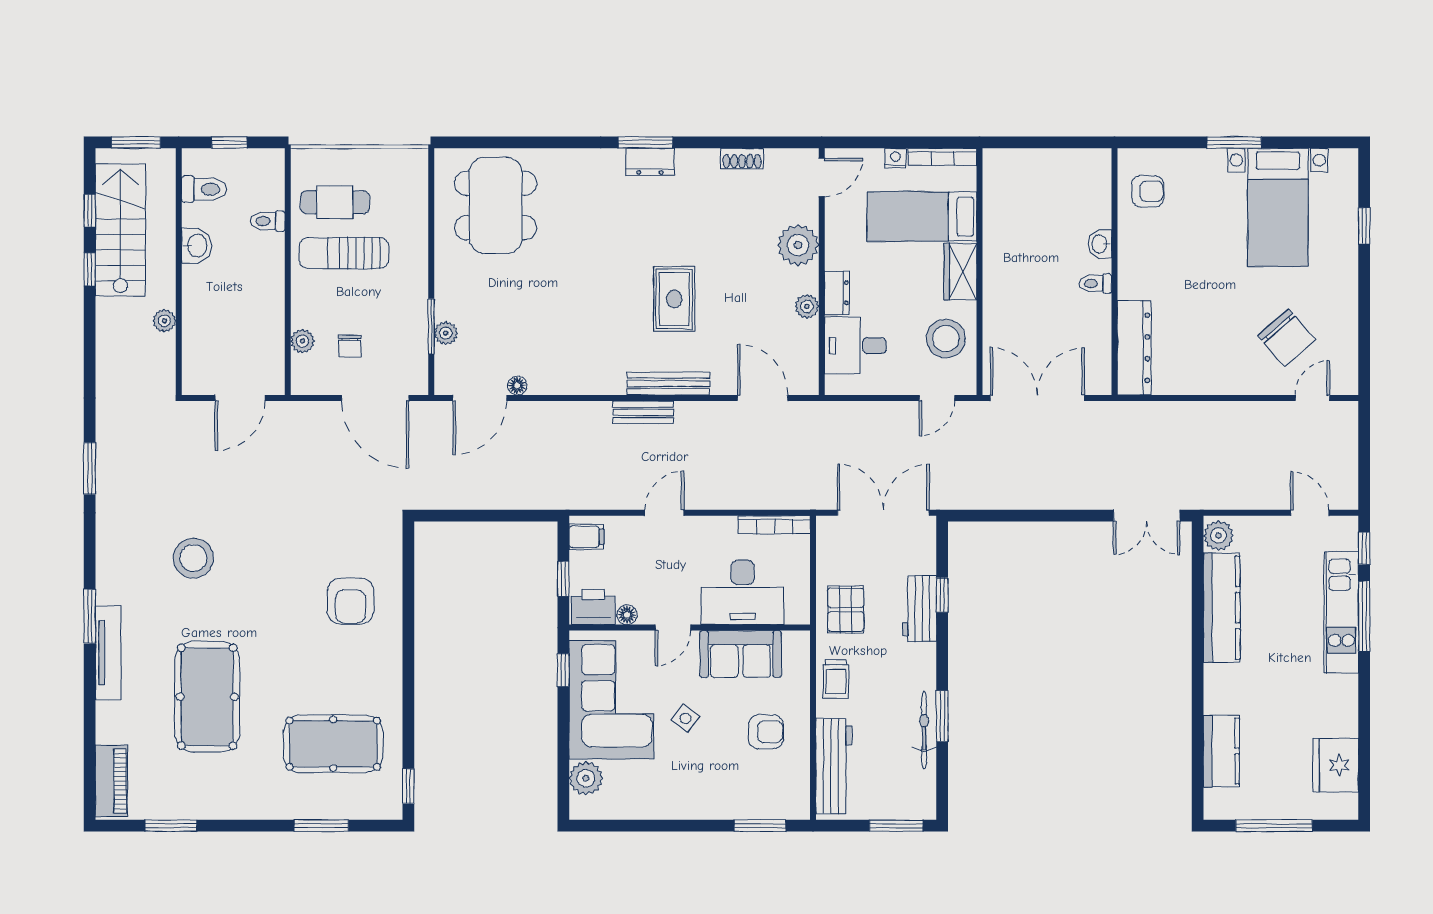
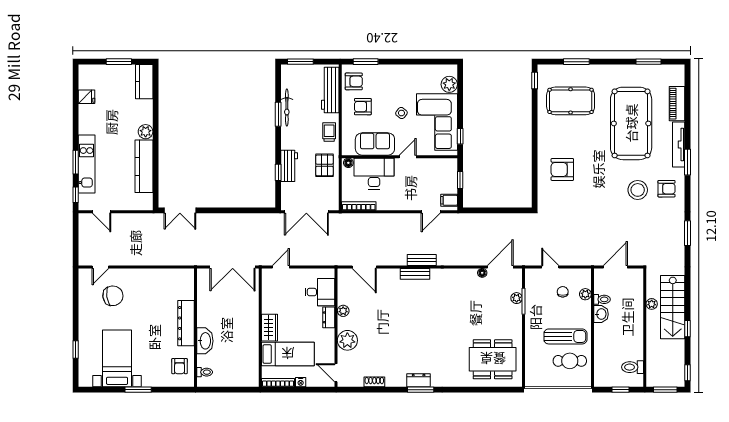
door: (822, 177) -> (336, 373), hinge flipped
armchair: (1148, 191) -> (180, 366), turned -90
dining table: (496, 206) -> (493, 359), turned 90
window: (90, 211) -> (688, 373), moved
toilet: (268, 221) -> (602, 299), moved
stairs: (120, 230) -> (673, 307), moved
washbasin: (1100, 244) -> (205, 341), width x1.91, depth x1.45
washbasin: (196, 246) -> (601, 314), moved, turned 180
toilet: (1095, 283) -> (205, 372), moved
rug: (674, 299) -> (407, 314), removed
chair: (1286, 338) -> (113, 296), turned 123
stool: (946, 339) -> (276, 295), removed
dresser: (1134, 348) -> (186, 323), moved
bench: (668, 383) -> (415, 274), width x0.73
door: (375, 398) -> (550, 267), width x0.53
door: (664, 513) -> (431, 212), moved
double door: (1147, 516) -> (180, 210), swing flipped
plant: (1218, 536) -> (146, 132), moved
armchair: (133, 561) -> (666, 189), added
armchair: (350, 601) -> (562, 169), turned -90
printer: (593, 607) -> (446, 167), removed
floor lamp: (627, 615) -> (348, 163), moved
window: (1364, 616) -> (76, 162), width x0.69
pool table: (207, 697) -> (631, 123), width x1.36, depth x1.32
kitchen counter: (1221, 751) -> (144, 82), moved
fridge: (1336, 765) -> (87, 97), width x0.53, depth x0.75
piano: (111, 781) -> (677, 104), moved
armchair: (785, 784) -> (354, 81), added
window: (1274, 826) -> (119, 62), width x0.69

